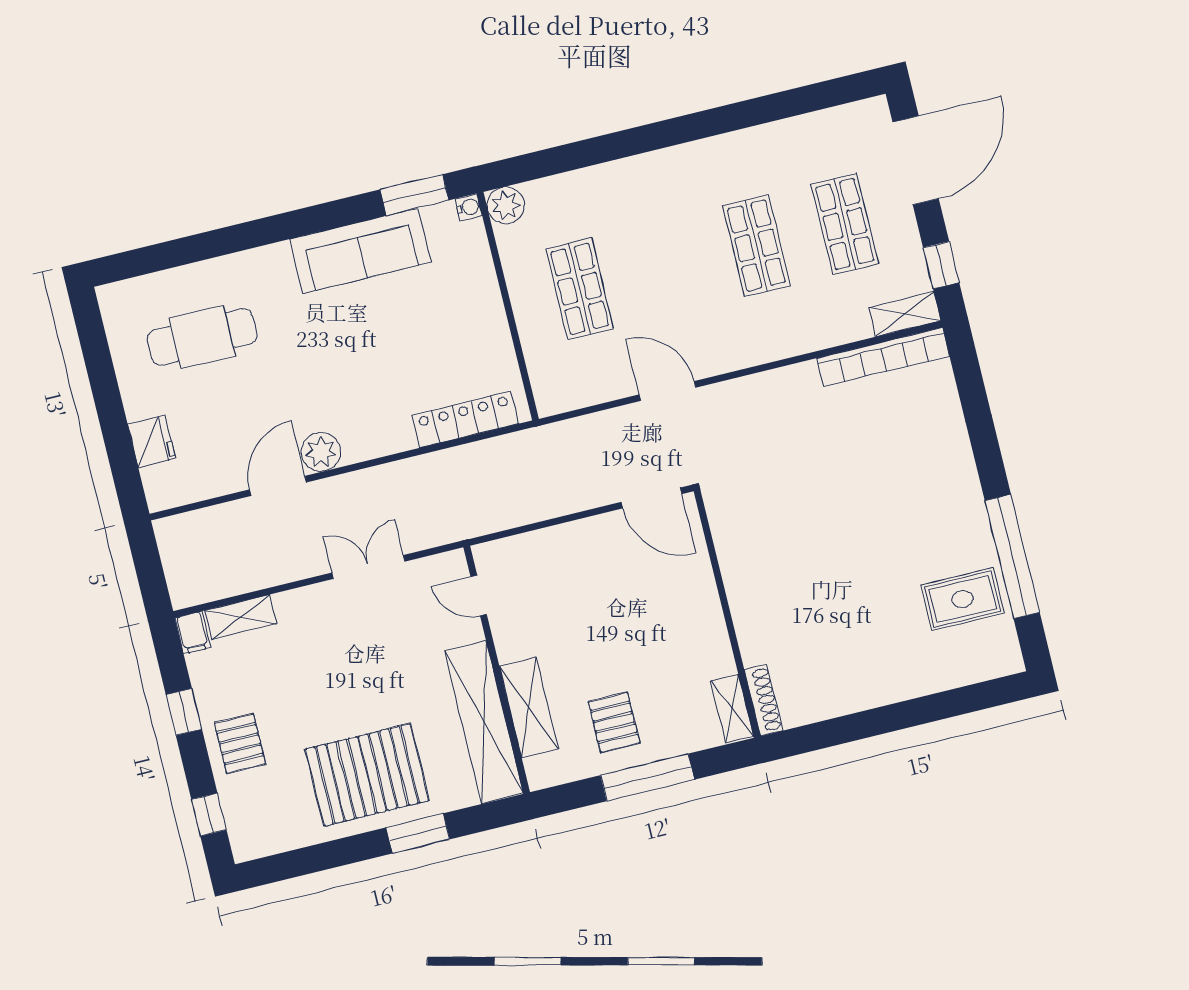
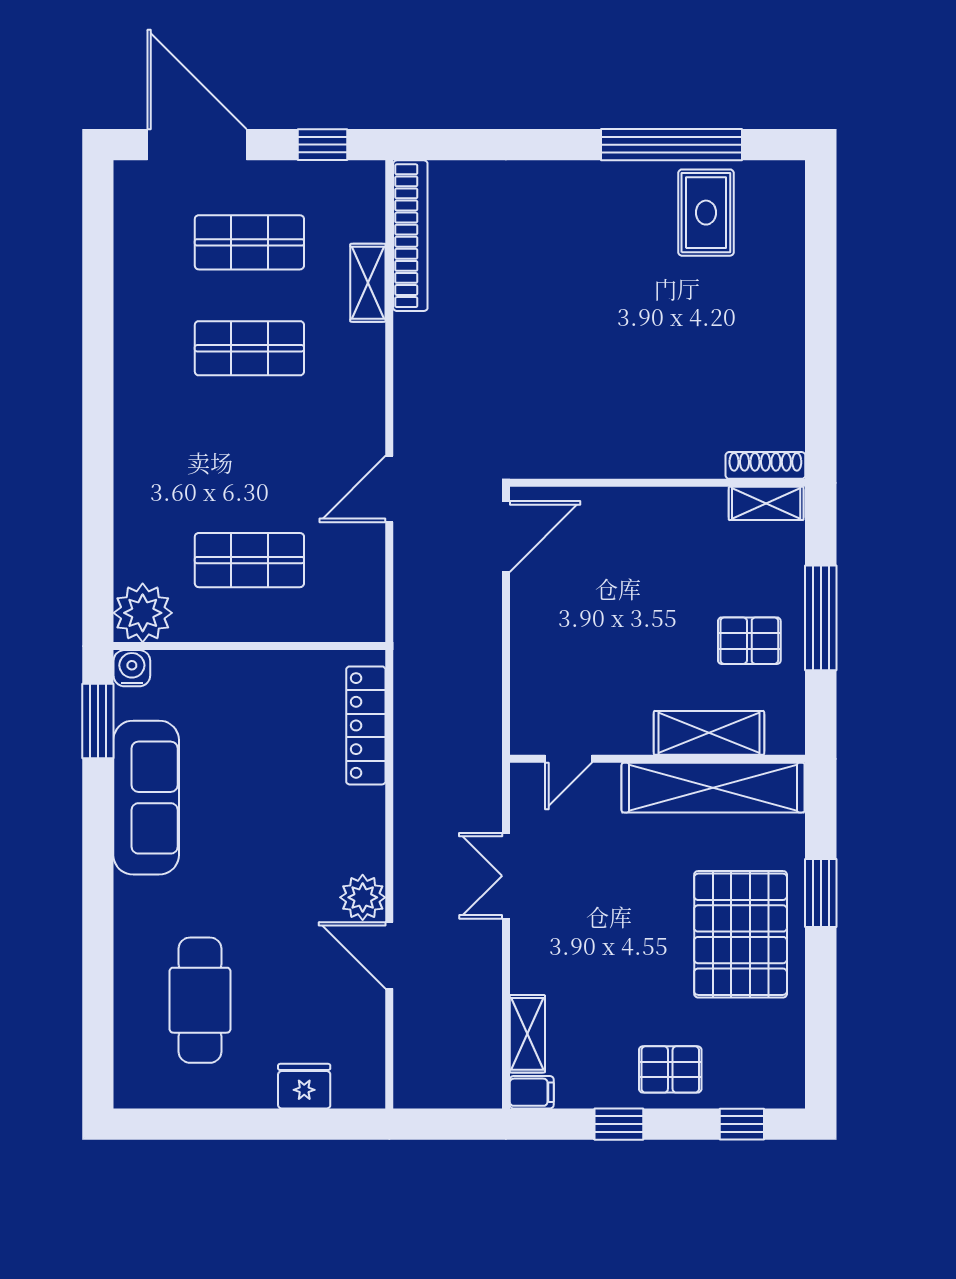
plant: (506, 205) -> (143, 613), width x1.36, depth x1.36
water cooler: (469, 207) -> (132, 668), width x1.38, depth x1.38
shelving: (905, 314) -> (368, 283), moved

